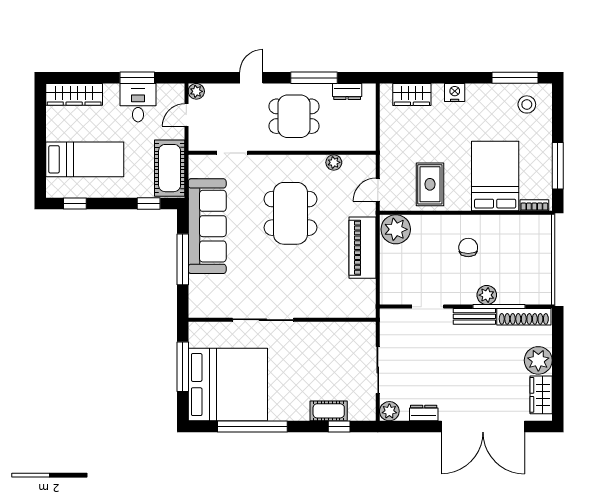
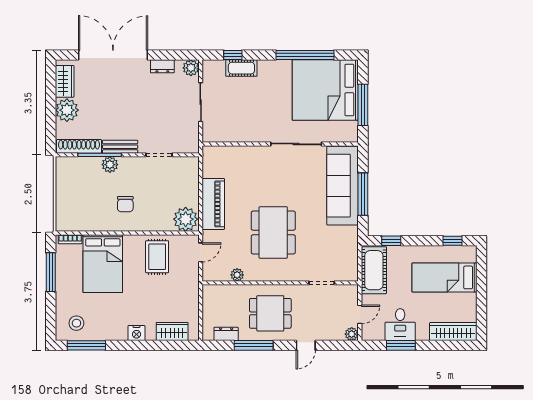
sofa: (207, 226) -> (343, 186), moved

